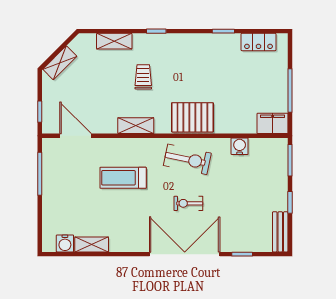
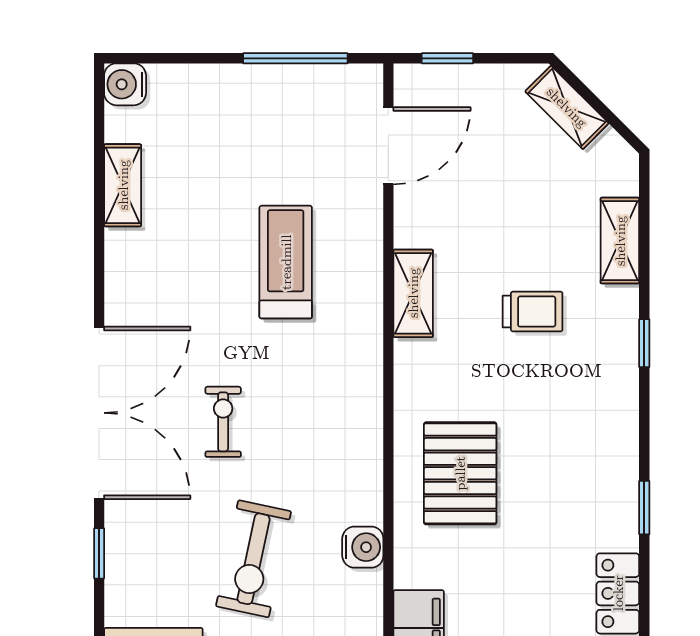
pallet: (192, 117) -> (460, 473), moved
exercise bike: (187, 159) -> (254, 559), moved
water cooler: (65, 243) -> (125, 84), moved

